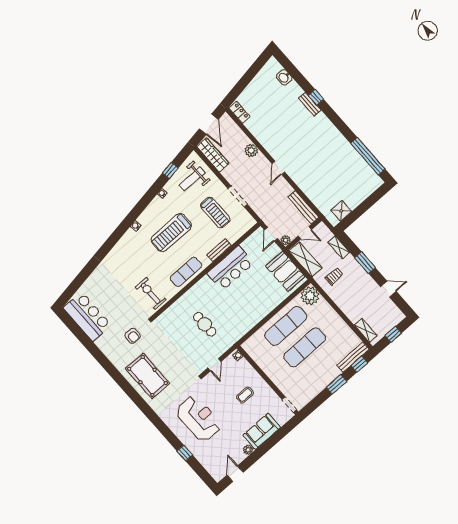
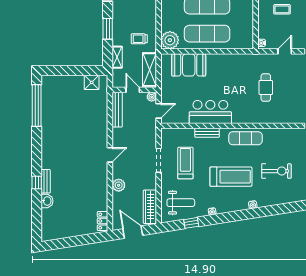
washbasin: (284, 77) -> (47, 201), moved
door: (209, 124) -> (133, 232), hinge flipped
booth: (285, 271) -> (189, 65), moved, turned 90
exercise bike: (151, 293) -> (276, 171), moved, turned -90

